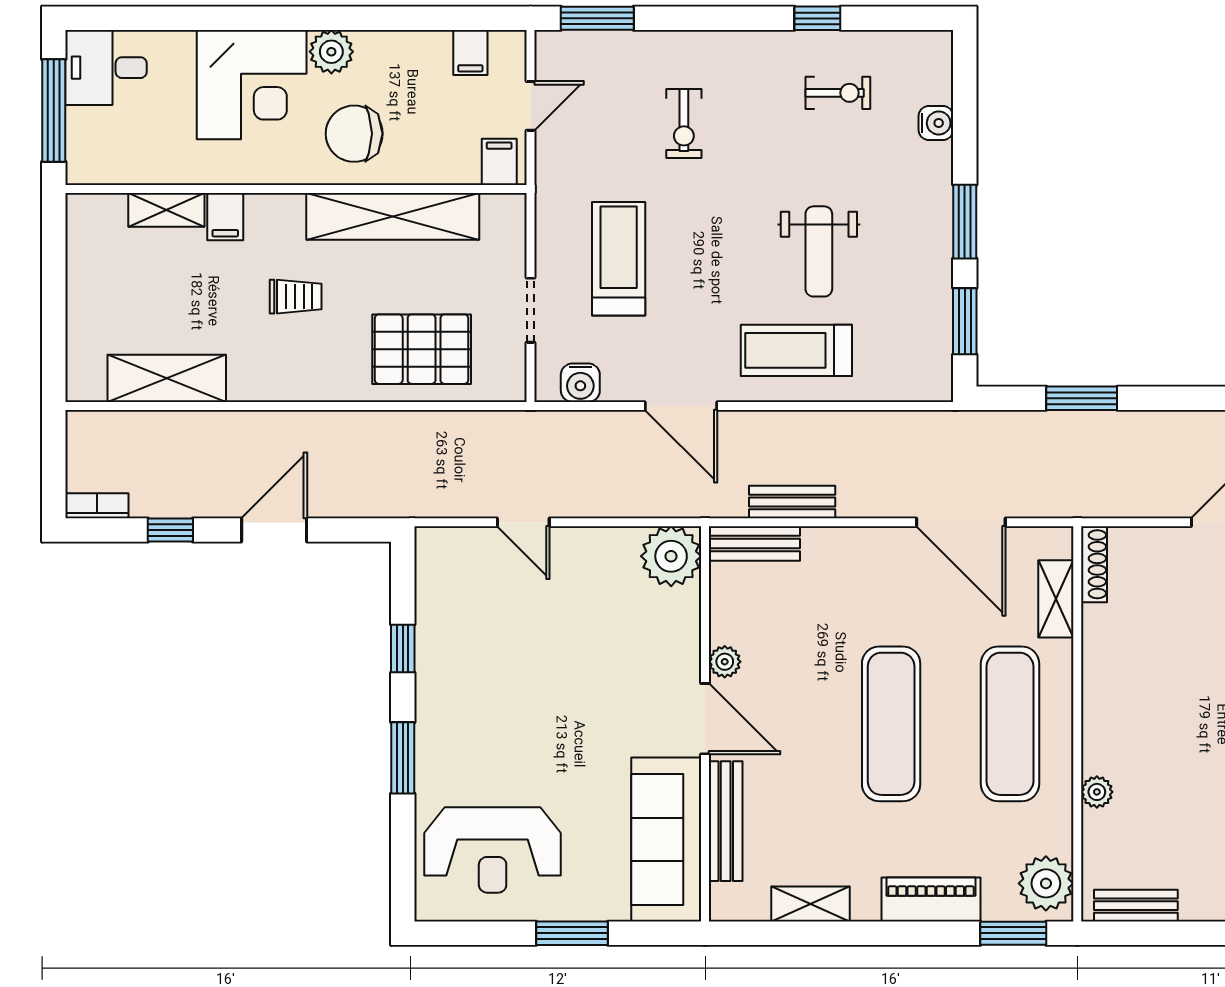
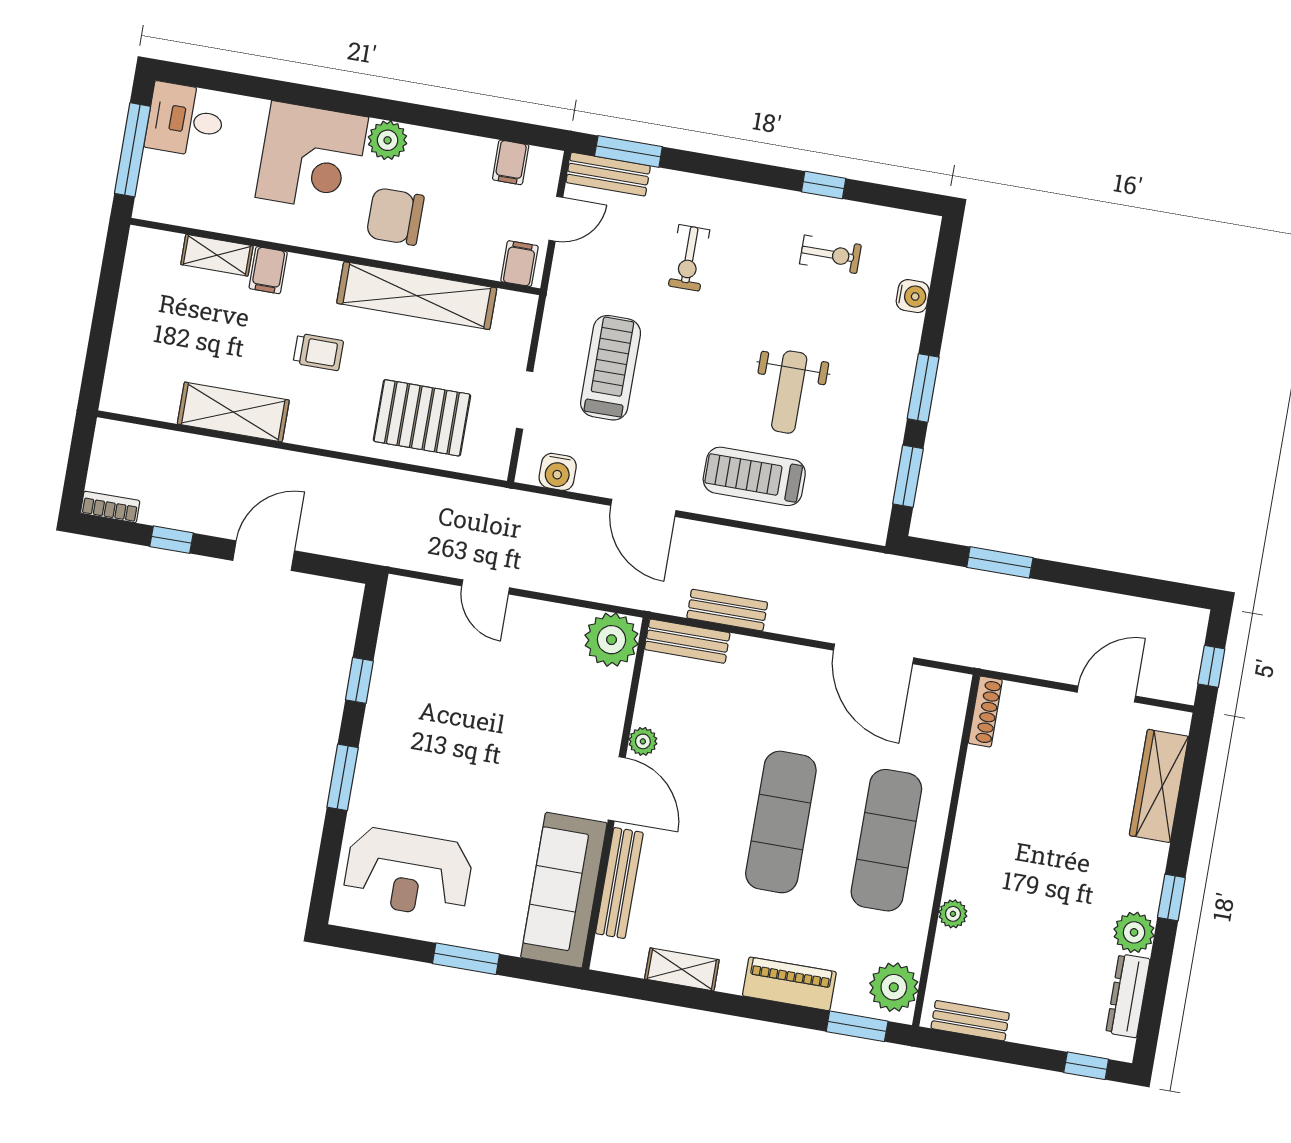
bench: (579, 47) -> (608, 174), added
shelving: (167, 378) -> (233, 412), moved
shelving: (1056, 599) -> (946, 736), removed

